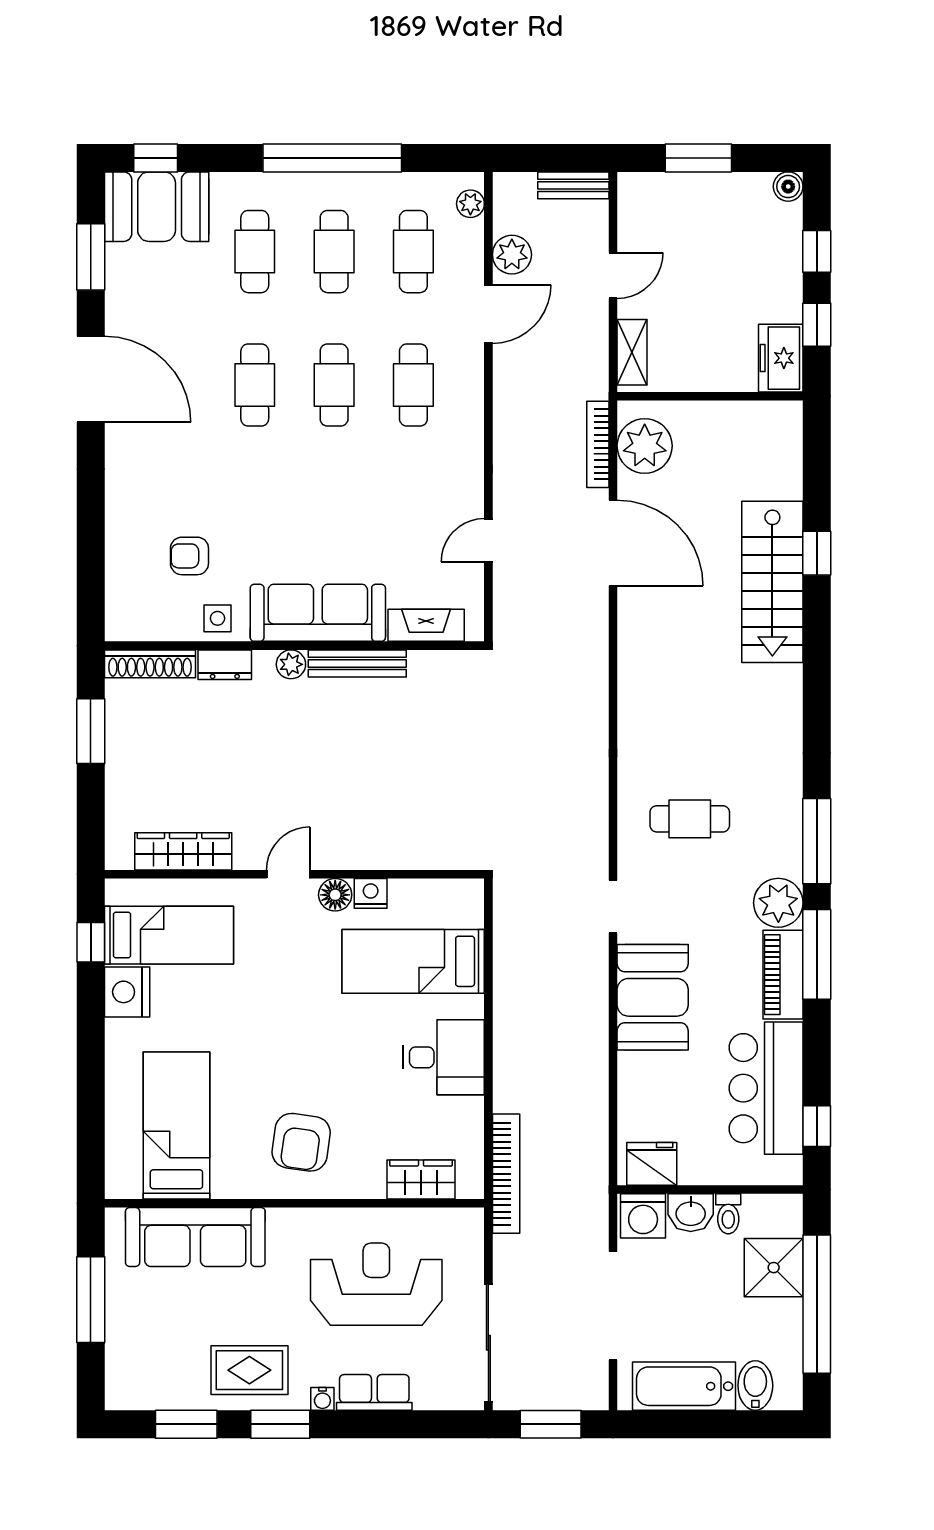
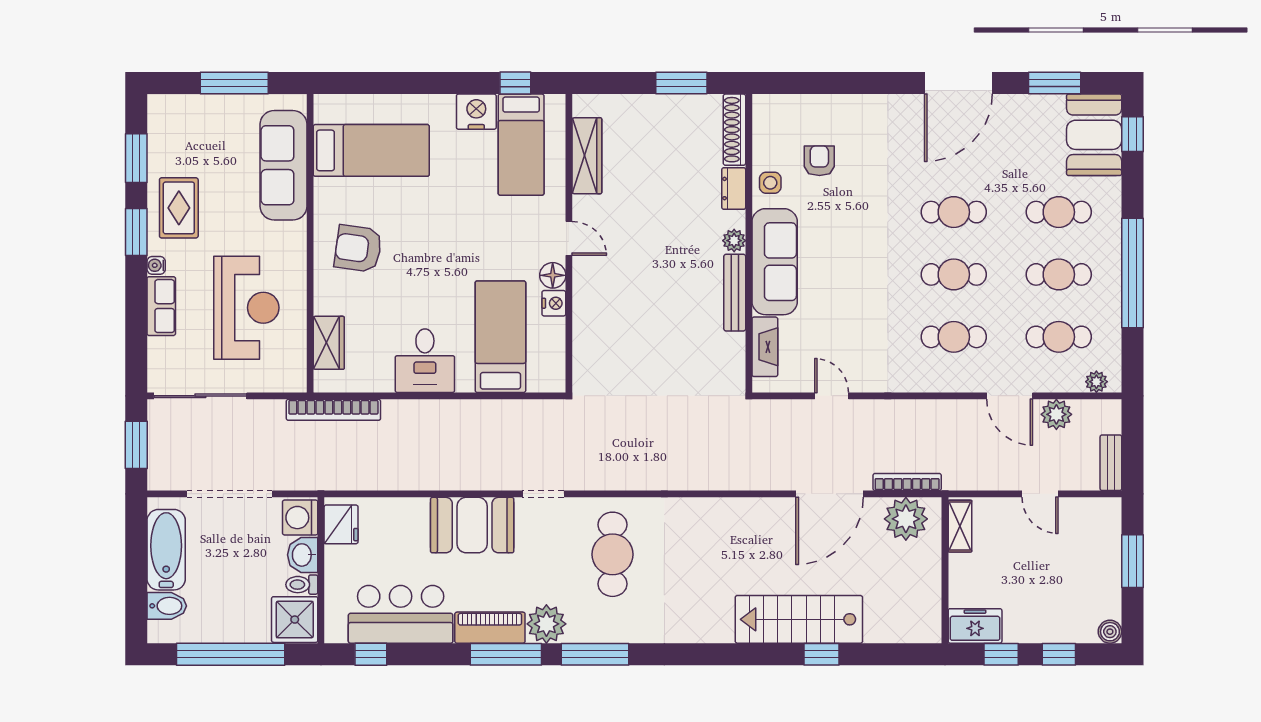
shelving: (632, 352) -> (960, 526), moved, turned 90
cafe table: (690, 819) -> (613, 554), width x1.37, depth x1.35
shower: (774, 1268) -> (295, 620), moved

